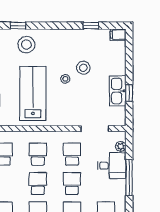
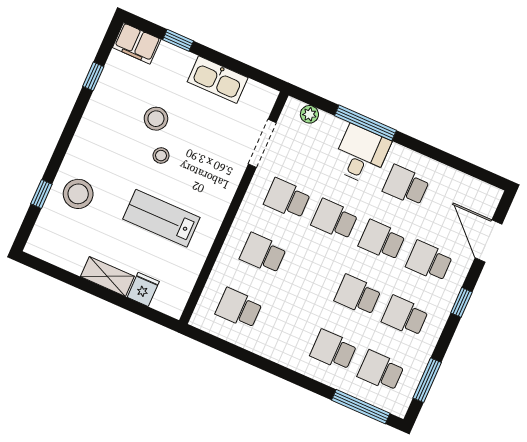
filing cabinet: (118, 35) -> (137, 43), width x2.00
lab bench: (33, 93) -> (161, 218), width x0.73, depth x0.72
window: (129, 93) -> (178, 40), moved
desk: (112, 166) -> (361, 155), moved
school desk: (38, 183) -> (310, 274), removed

